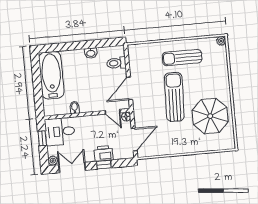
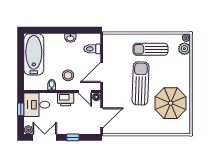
plant: (220, 53) -> (184, 49), added
stool: (92, 95) -> (68, 75), added
printer: (104, 153) -> (66, 99), moved, turned 180

